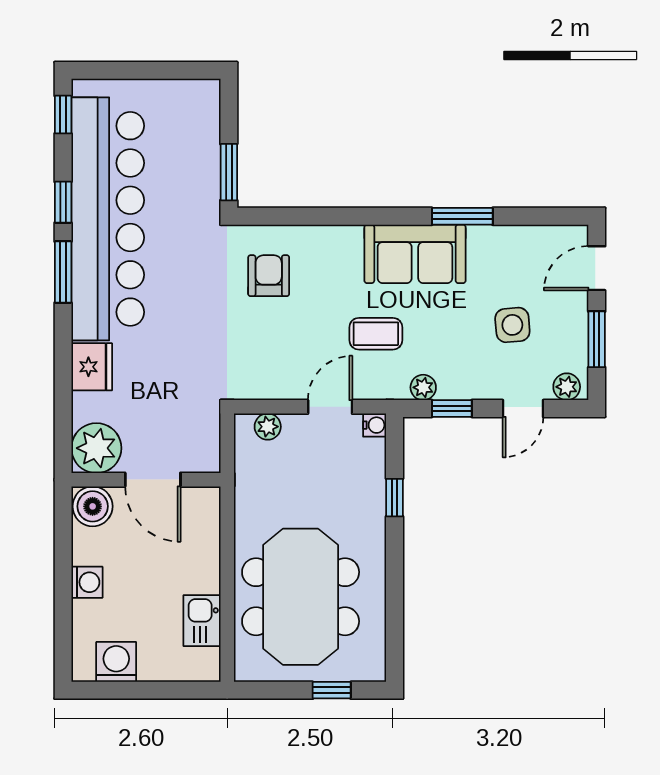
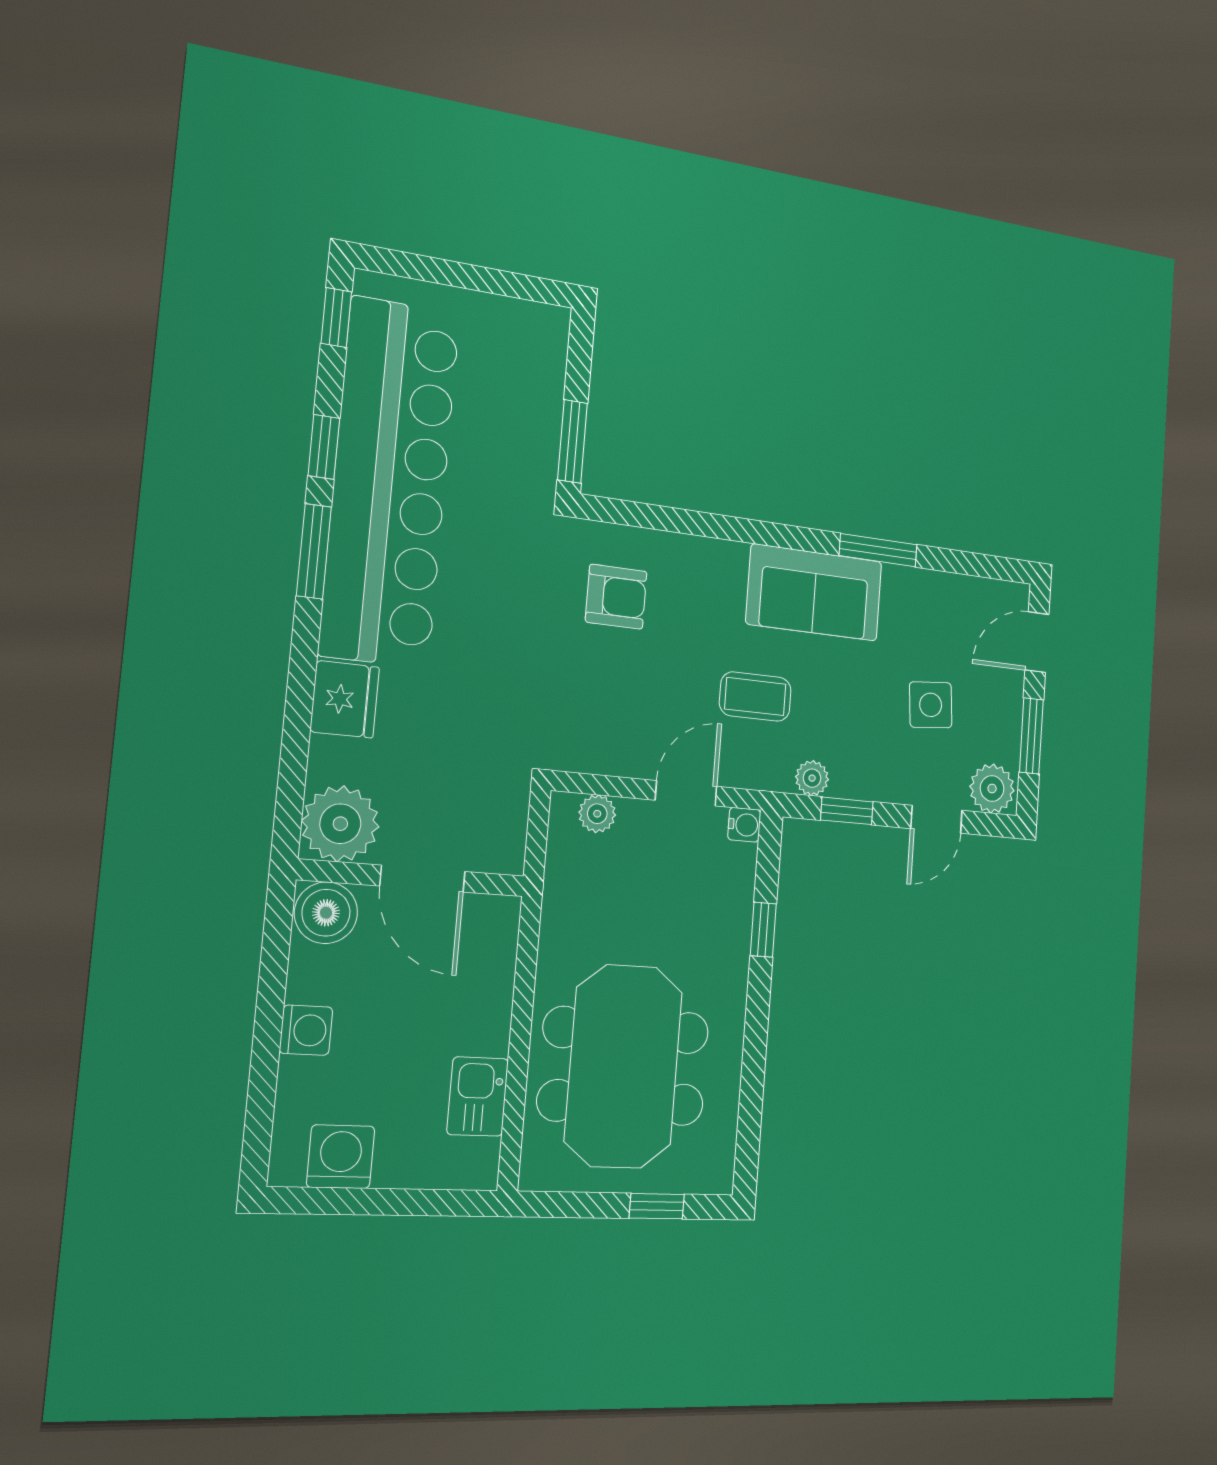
armchair: (269, 276) -> (616, 597), turned 90
plant: (567, 387) -> (992, 789), width x1.38, depth x1.38

